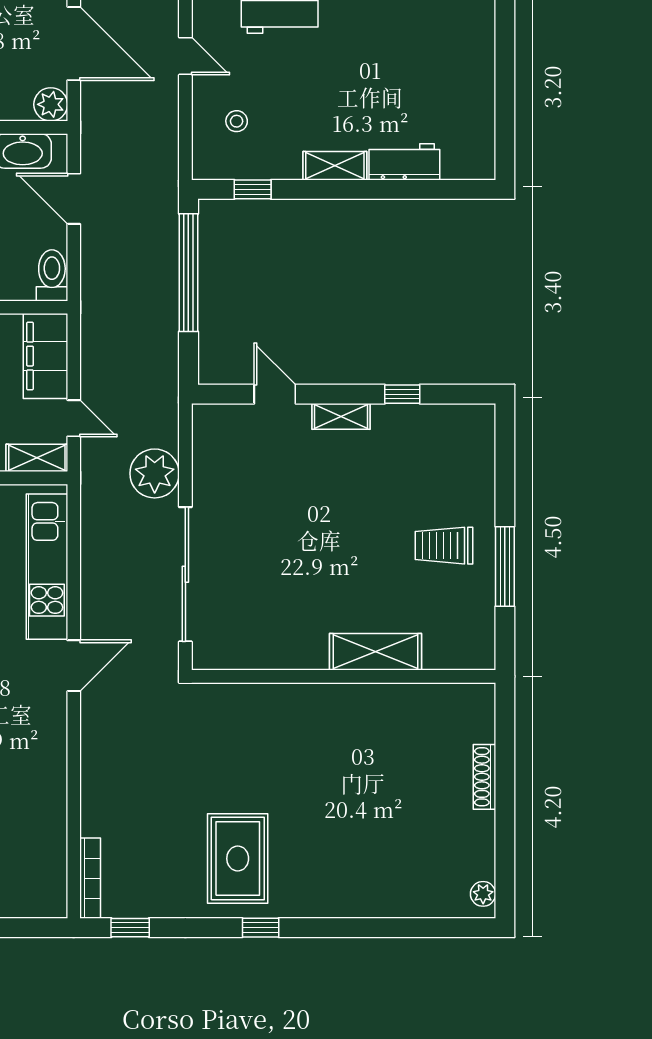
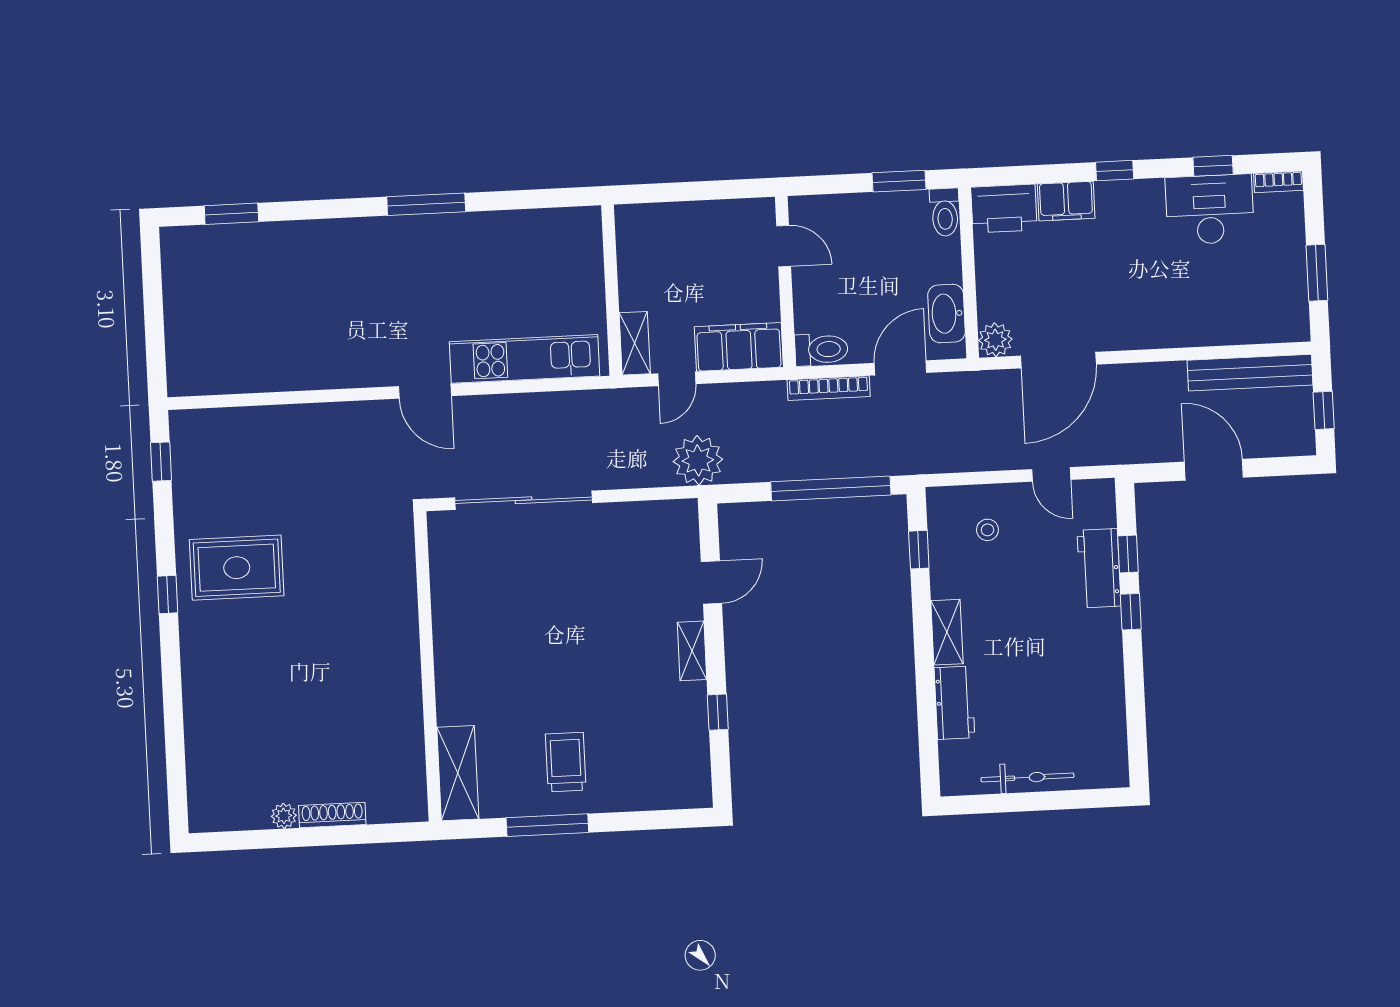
door: (185, 56) -> (1051, 474), hinge flipped
bicycle: (481, 94) -> (1027, 778), added
plant: (155, 473) -> (698, 460), moved
shelving: (375, 652) -> (458, 773), moved
bookcase: (90, 878) -> (829, 388), moved
plant: (483, 894) -> (284, 816), moved

